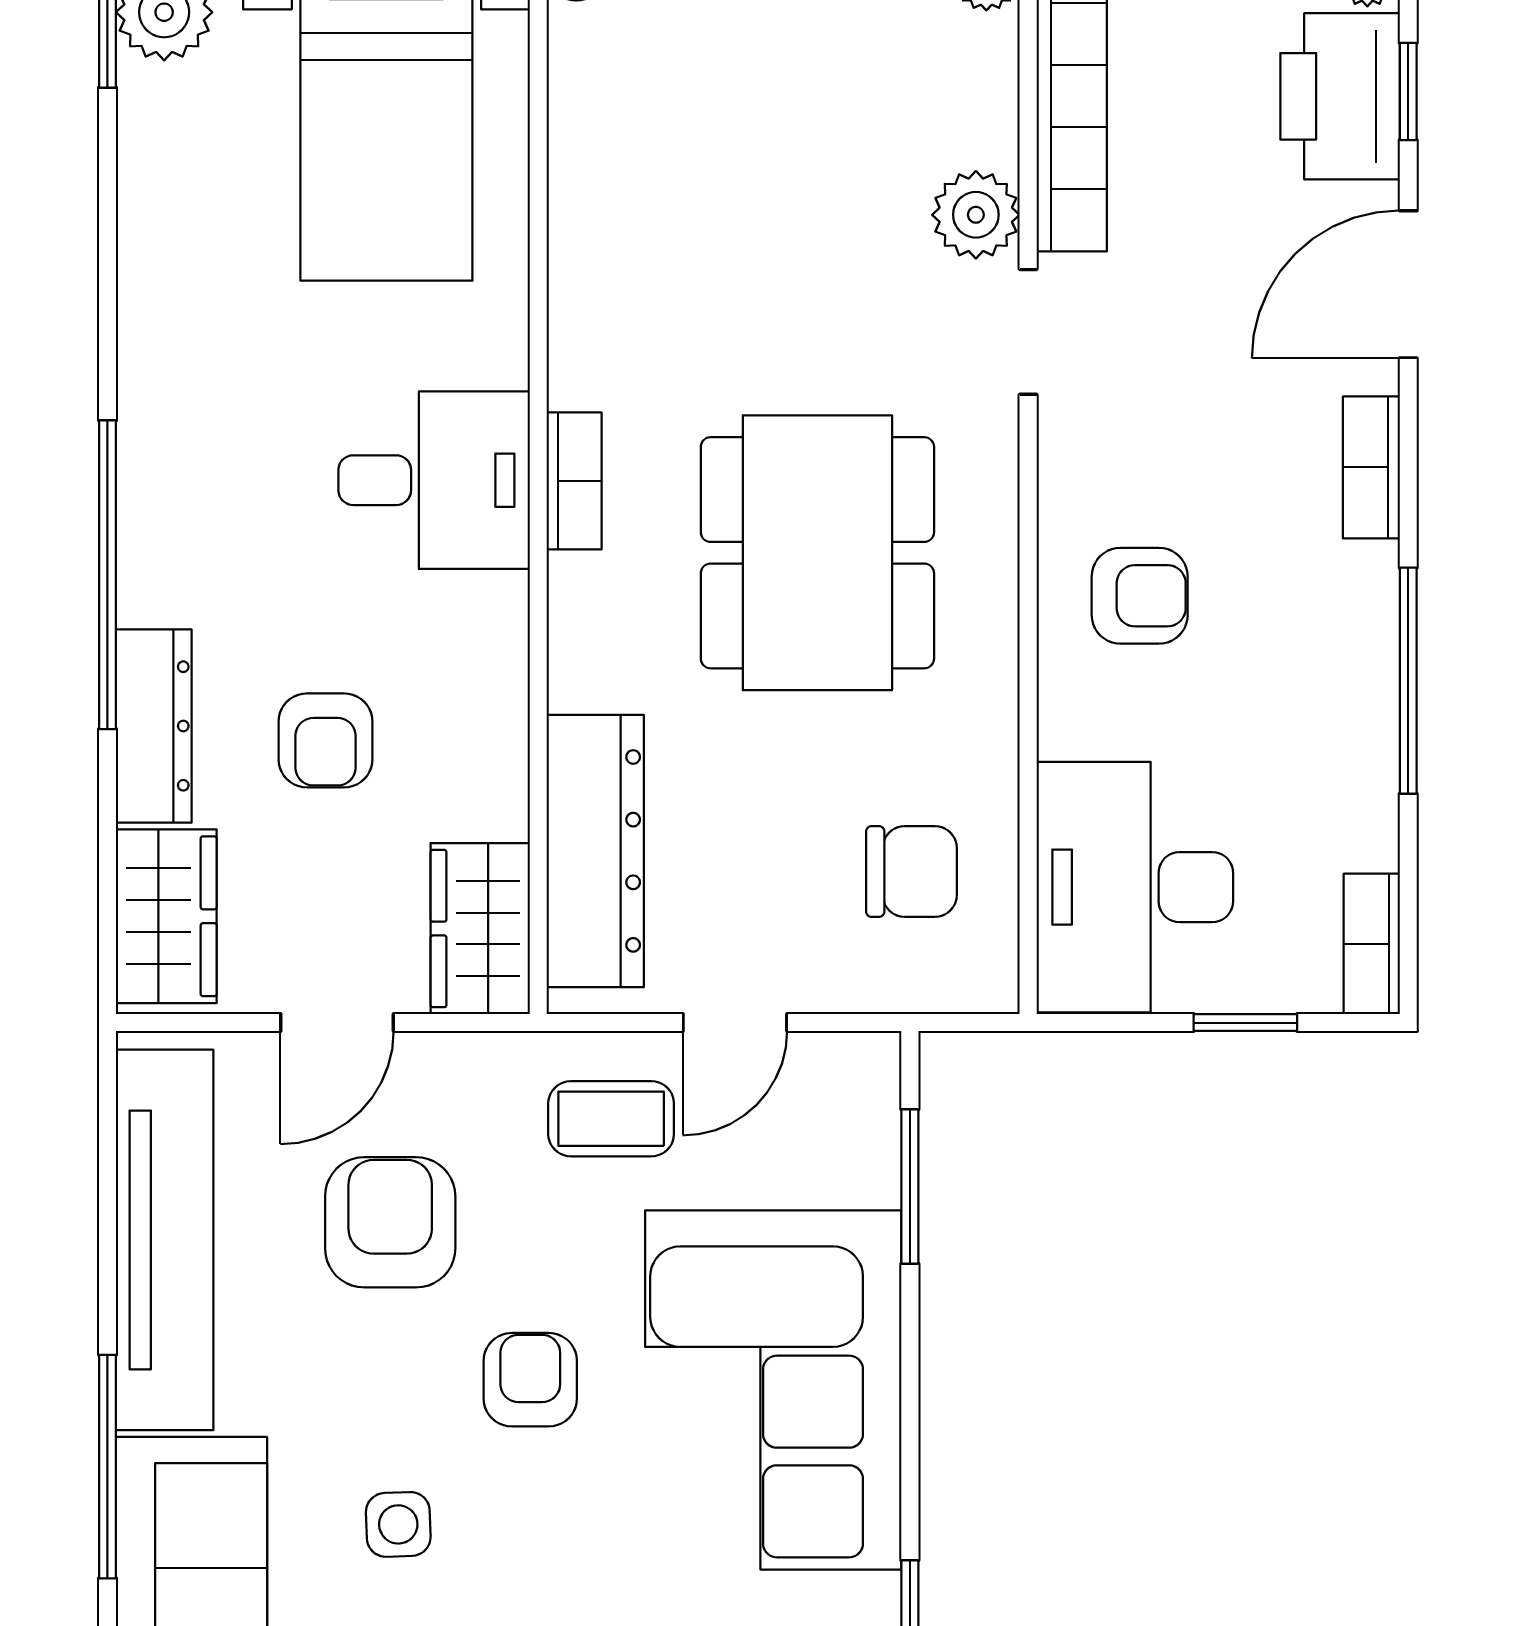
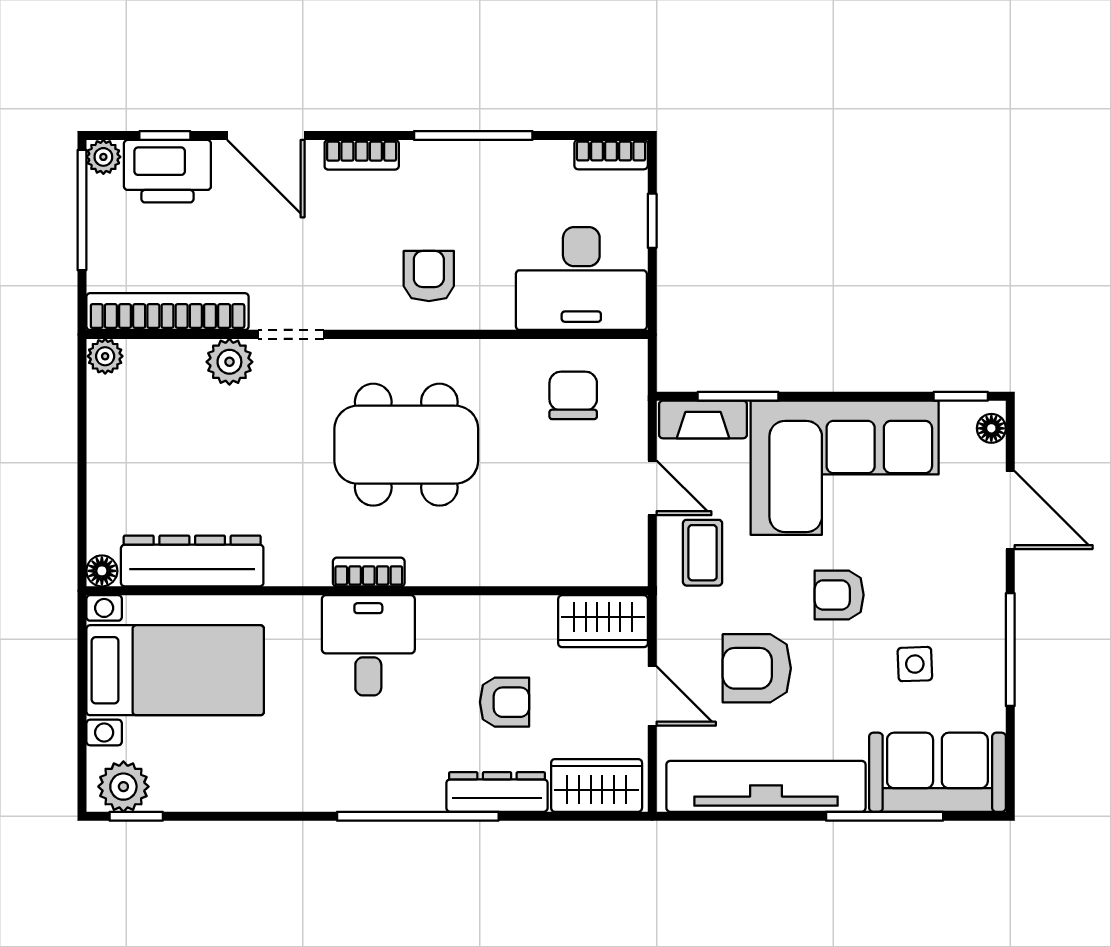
dresser: (595, 851) -> (192, 561), moved
fireplace: (866, 1120) -> (703, 419), added

